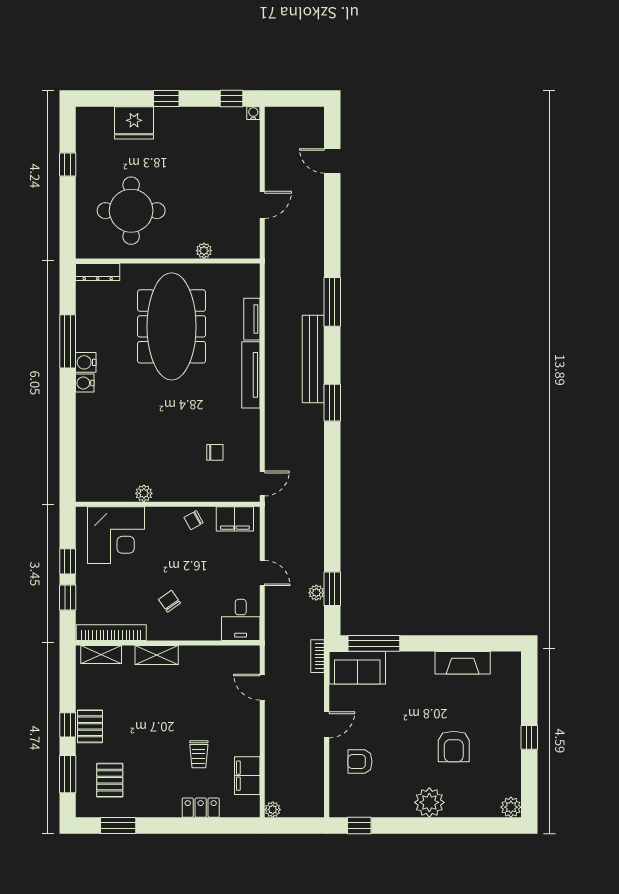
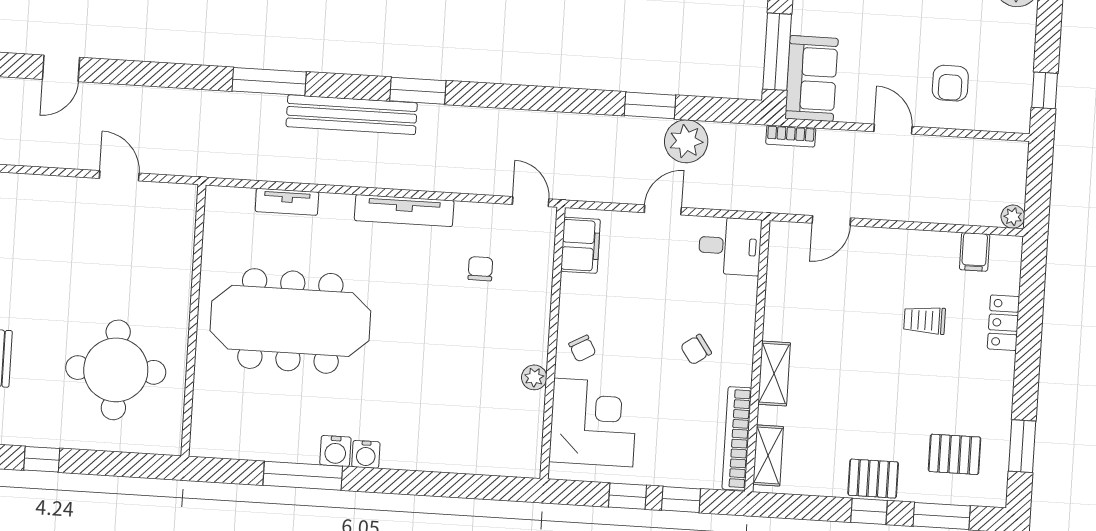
plant: (204, 251) -> (182, 266), removed
dresser: (98, 272) -> (203, 425), removed
tv unit: (251, 375) -> (404, 211), moved
chair: (194, 520) -> (582, 349), moved
window: (332, 589) -> (650, 105), moved
plant: (316, 593) -> (686, 141), width x1.88, depth x1.88
trolley: (199, 754) -> (925, 320), turned 180
filing cabinet: (247, 776) -> (975, 252), width x0.50

